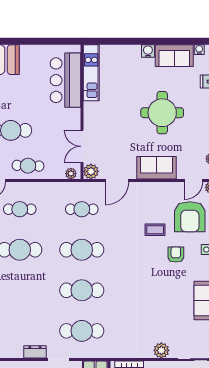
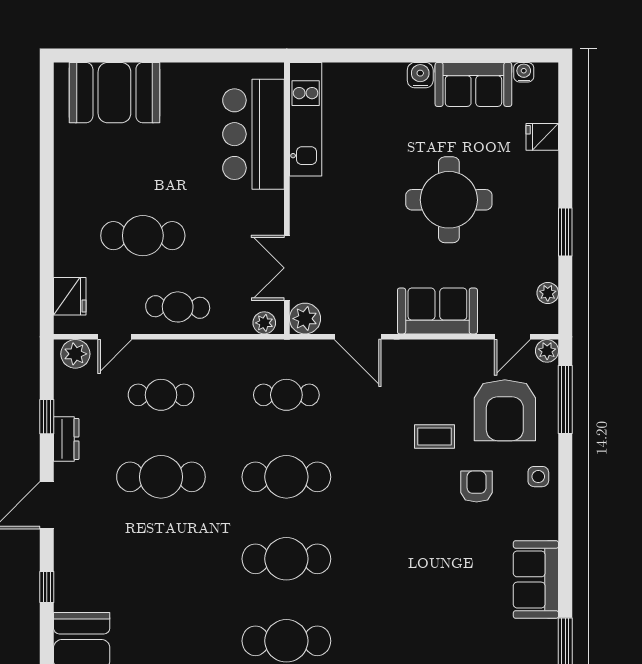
door: (117, 180) -> (358, 337), hinge flipped

